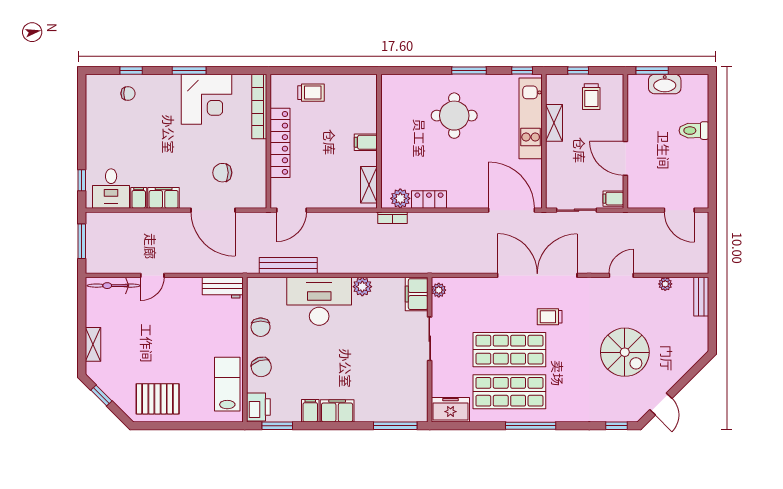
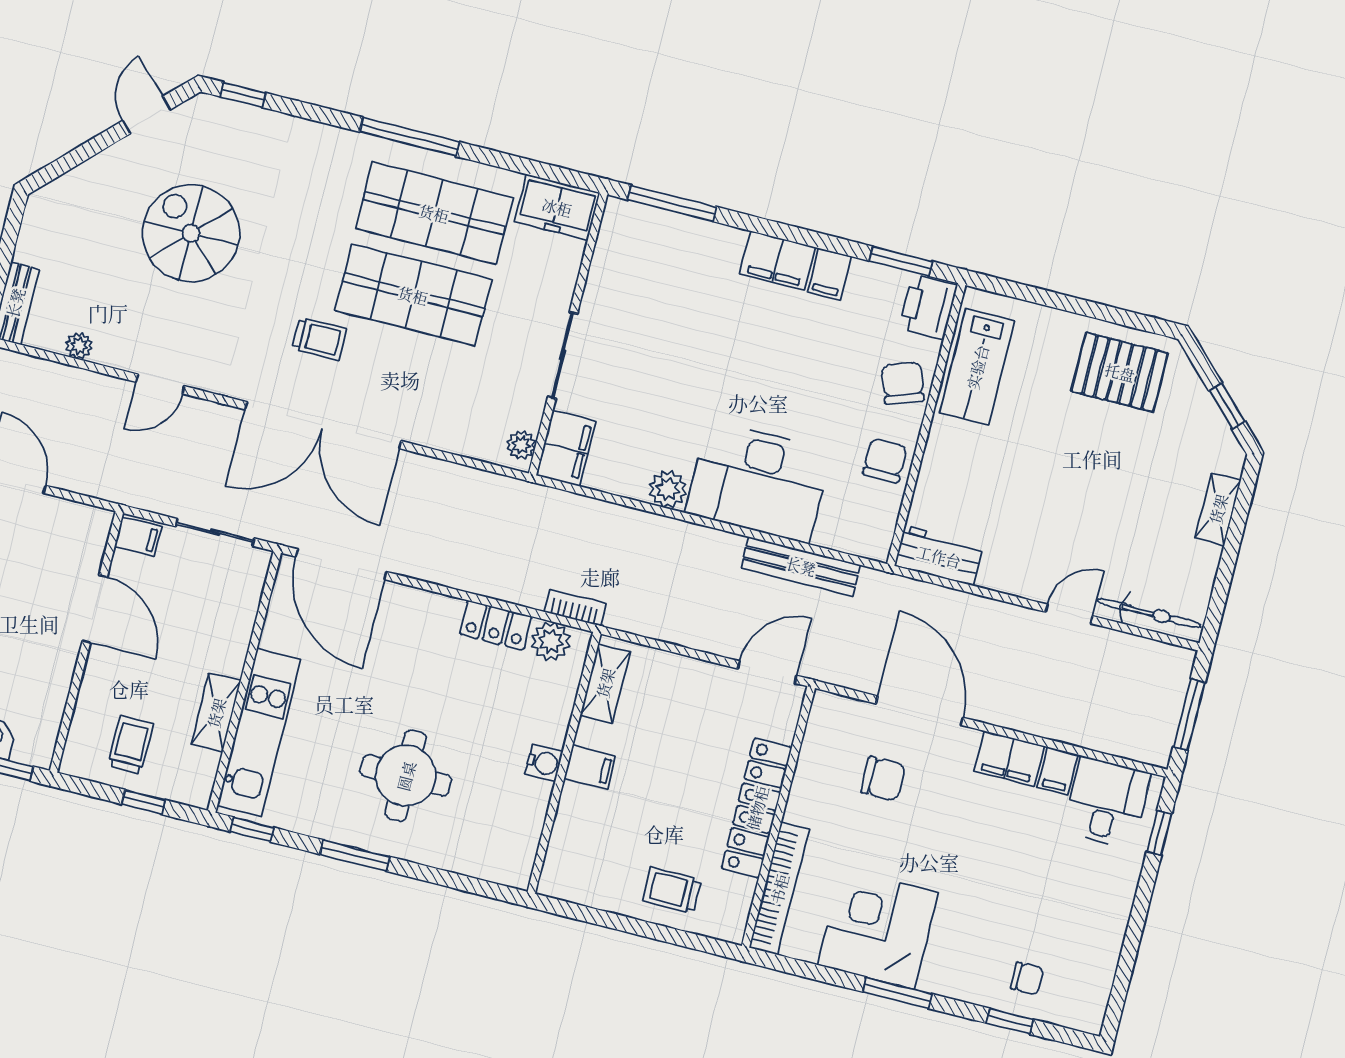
chair: (128, 93) -> (1027, 978), turned 180
water cooler: (389, 139) -> (544, 763), added

